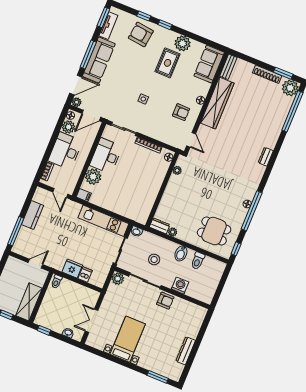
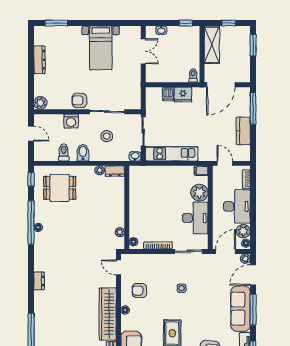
door: (35, 264) -> (221, 85), width x1.87
plant: (118, 279) -> (40, 103), moved
door: (220, 289) -> (31, 134), added

